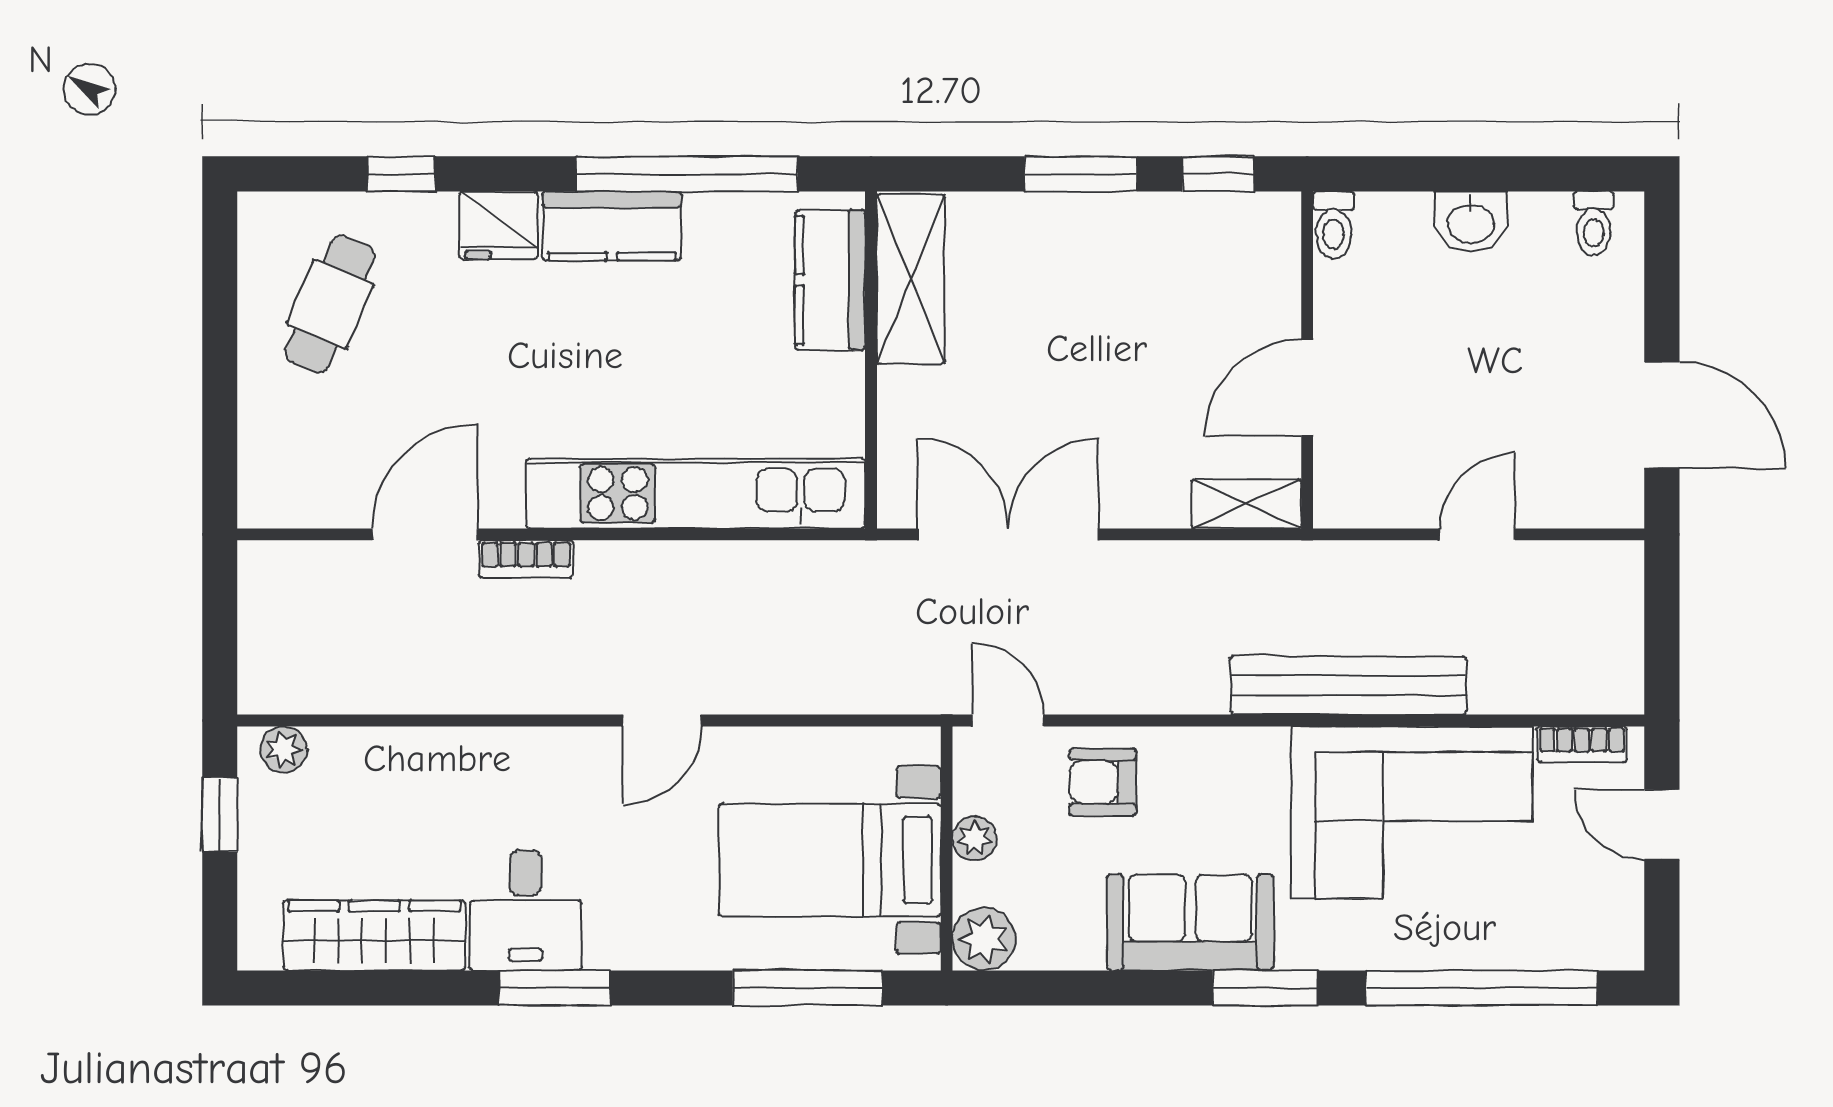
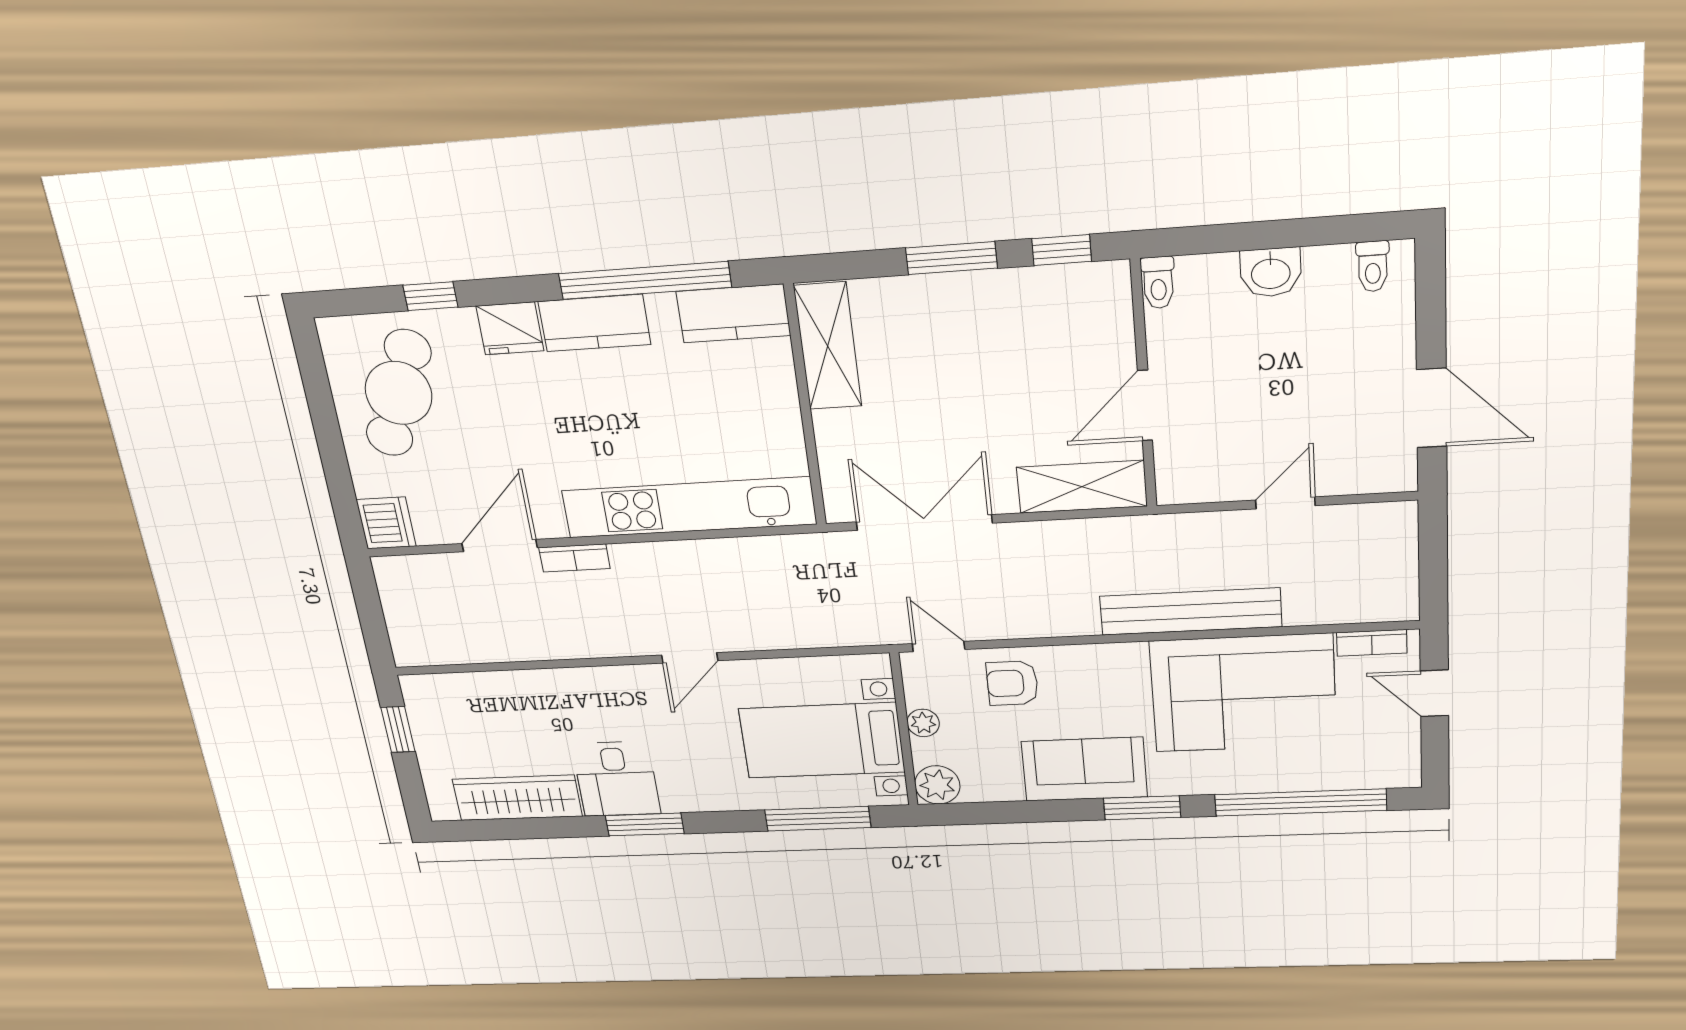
kitchen counter: (830, 280) -> (733, 314), moved, turned -90
cafe table: (330, 304) -> (399, 393), width x1.37, depth x1.35
dishwasher: (272, 491) -> (386, 523), added
shelving: (1246, 504) -> (1082, 487), width x1.50, depth x1.33
plant: (284, 749) -> (432, 688), removed

